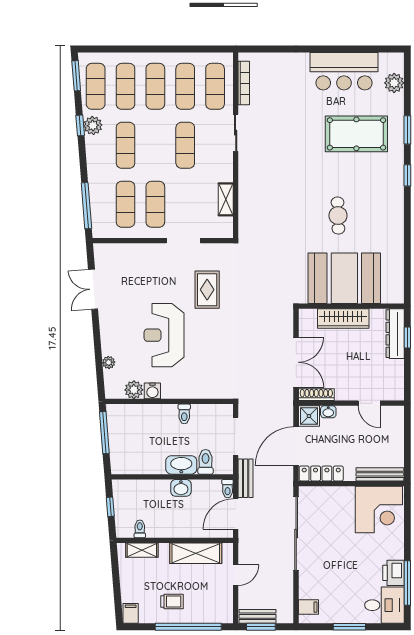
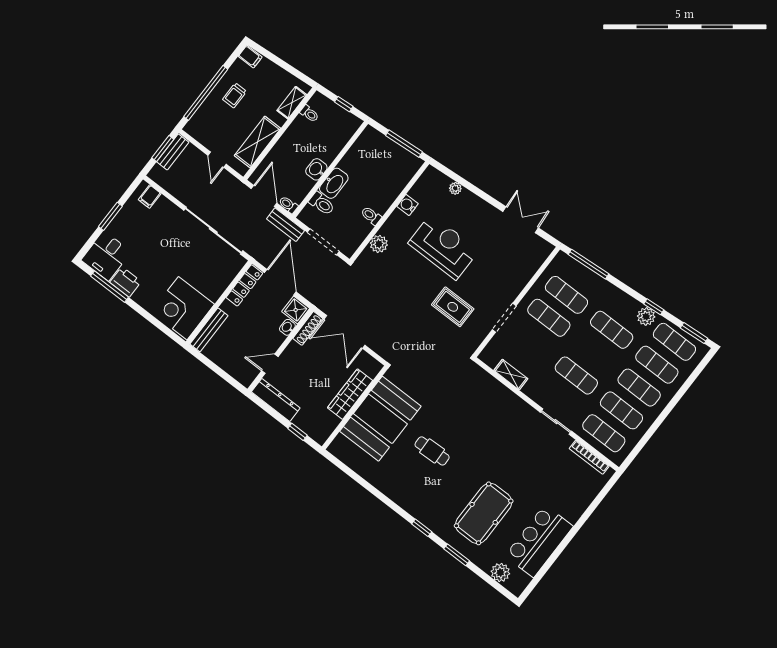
dresser: (395, 334) -> (276, 400), moved
plant: (134, 390) -> (379, 244), moved

